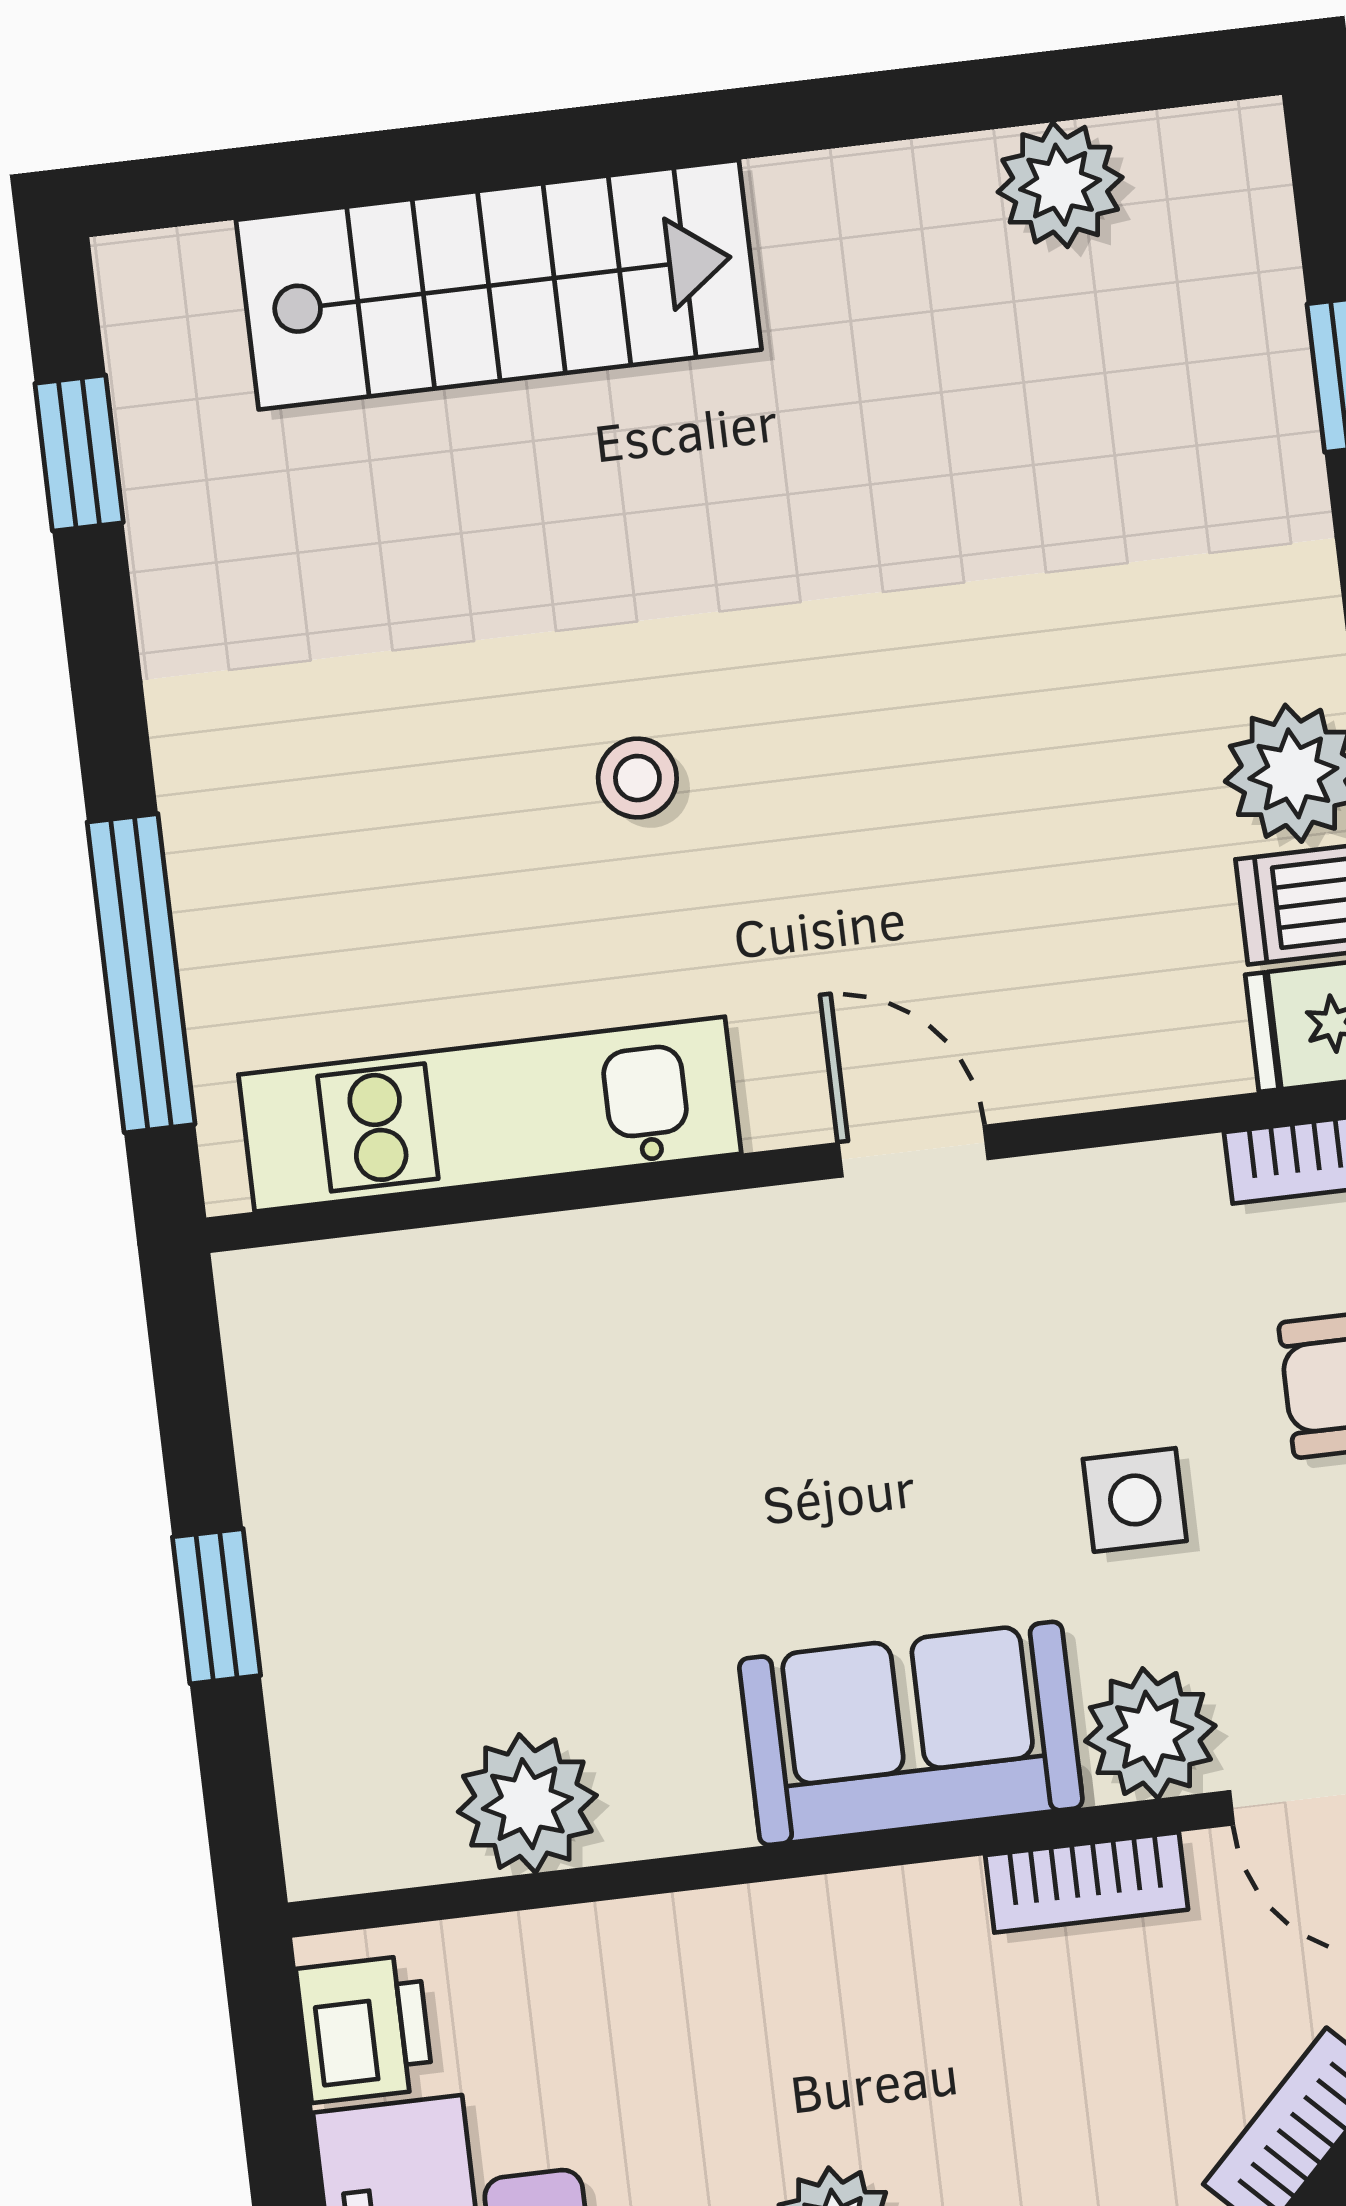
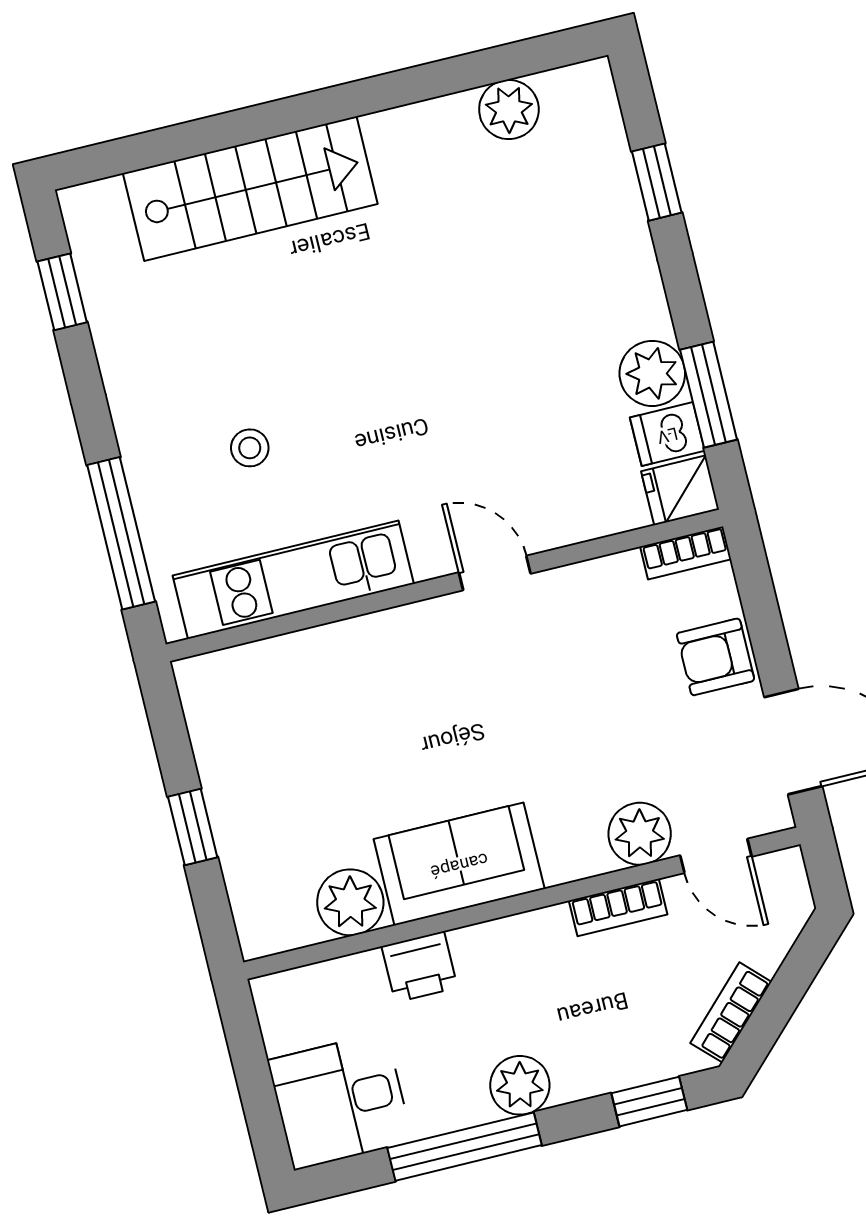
stool: (637, 778) -> (250, 448), moved
side table: (1135, 1500) -> (619, 725), removed
sofa: (911, 1733) -> (459, 864), moved
printer: (365, 2029) -> (420, 967), moved, turned 90

